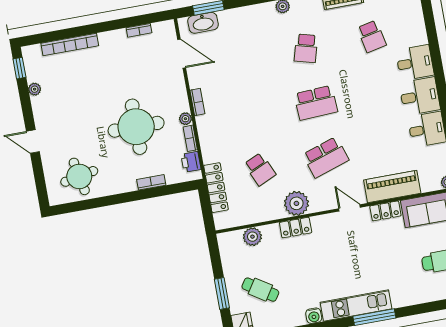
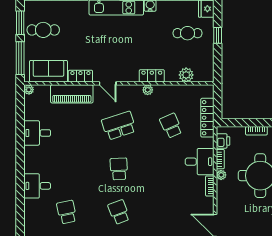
school desk: (306, 48) -> (119, 212), turned -36
desk: (420, 96) -> (200, 162), moved, turned 180
school desk: (316, 103) -> (119, 169), width x0.54
plant: (296, 203) -> (148, 90), width x0.53, depth x0.53
cafe table: (260, 290) -> (188, 33), turned -33
window: (222, 294) -> (218, 35), width x0.67

